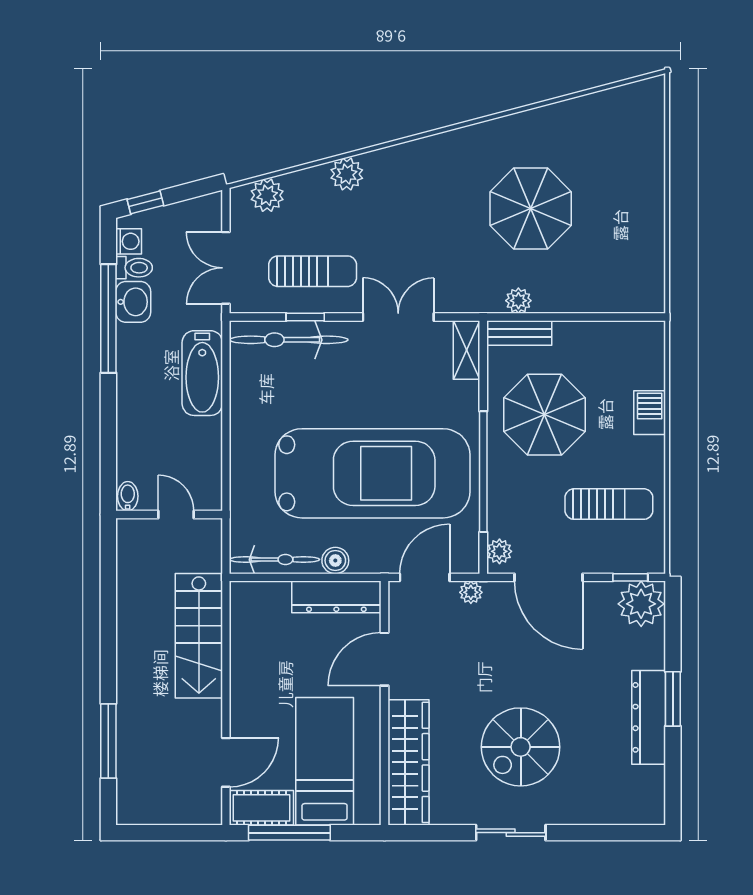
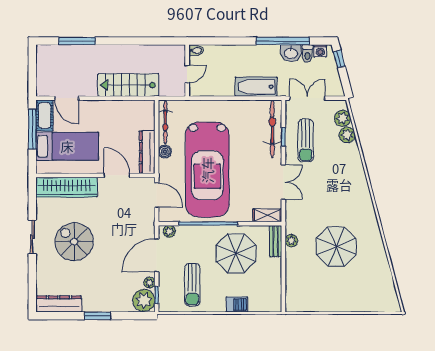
plant: (347, 174) -> (347, 135), moved
plant: (471, 592) -> (149, 283), moved
dresser: (649, 717) -> (59, 304), moved

